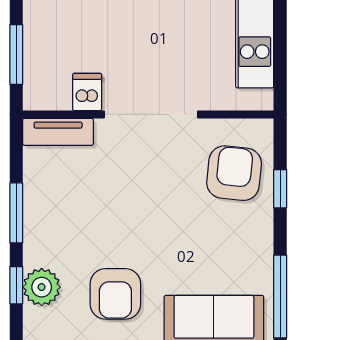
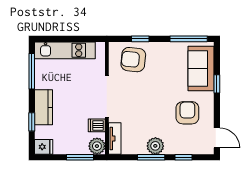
plant: (41, 92) -> (97, 146), added
plant: (42, 287) -> (155, 146), moved
armchair: (115, 294) -> (187, 113), turned -90

